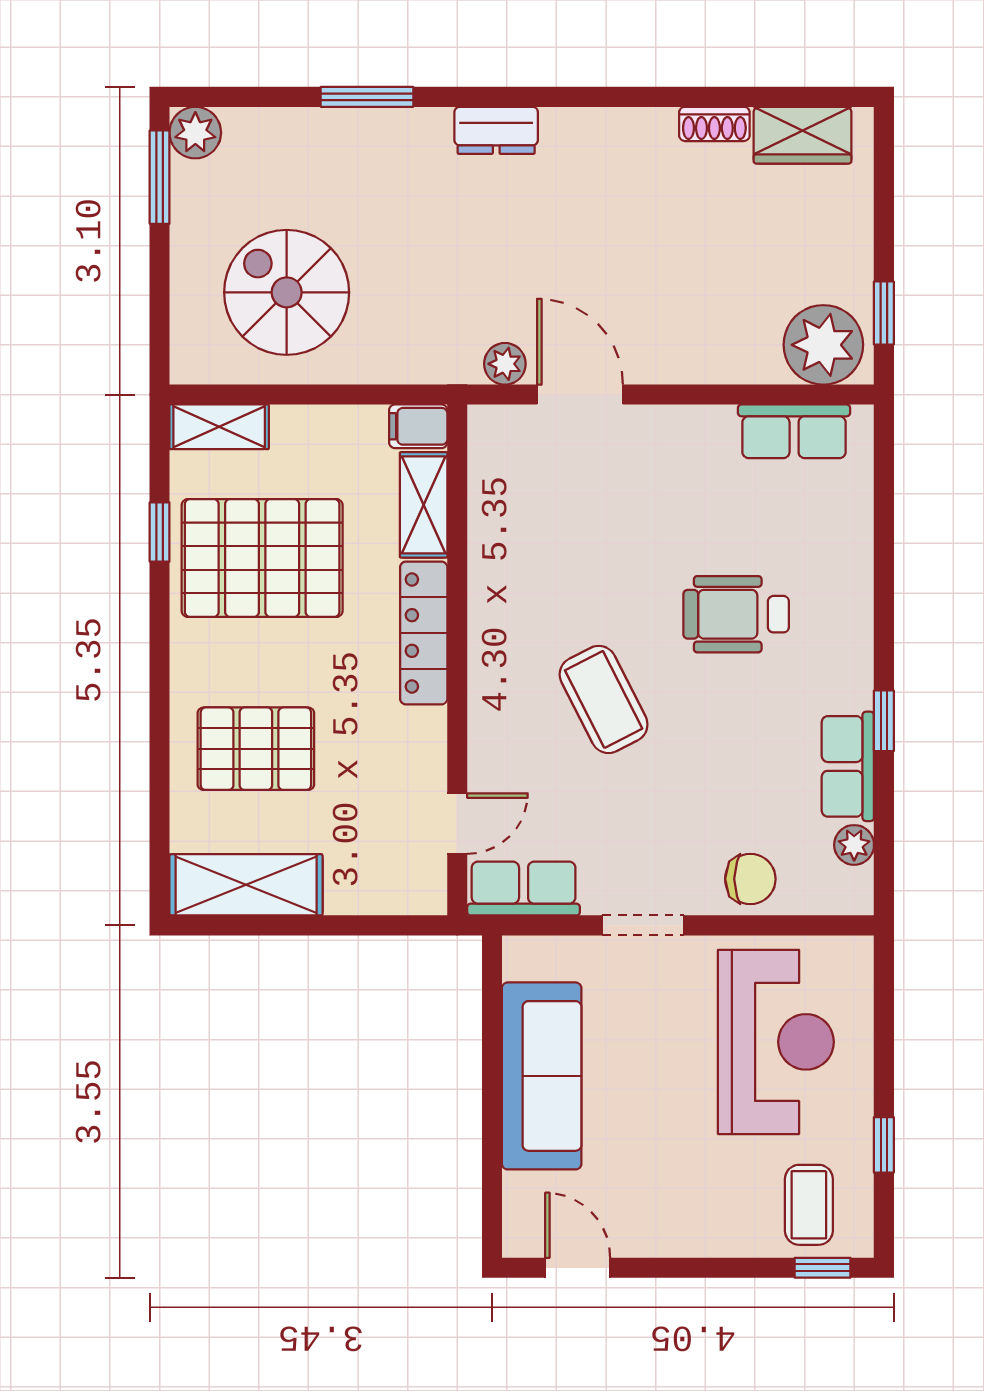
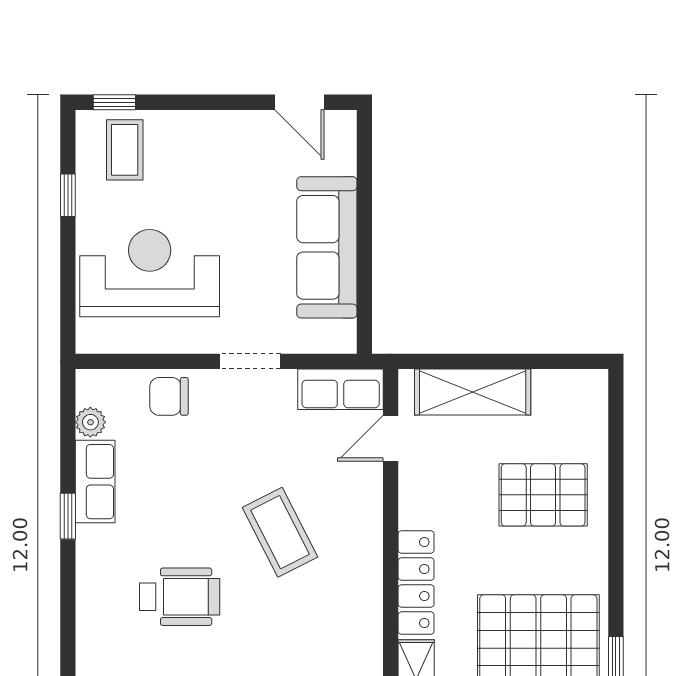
shelving: (246, 885) -> (473, 392), moved
reception desk: (776, 1042) -> (150, 273), turned 90

